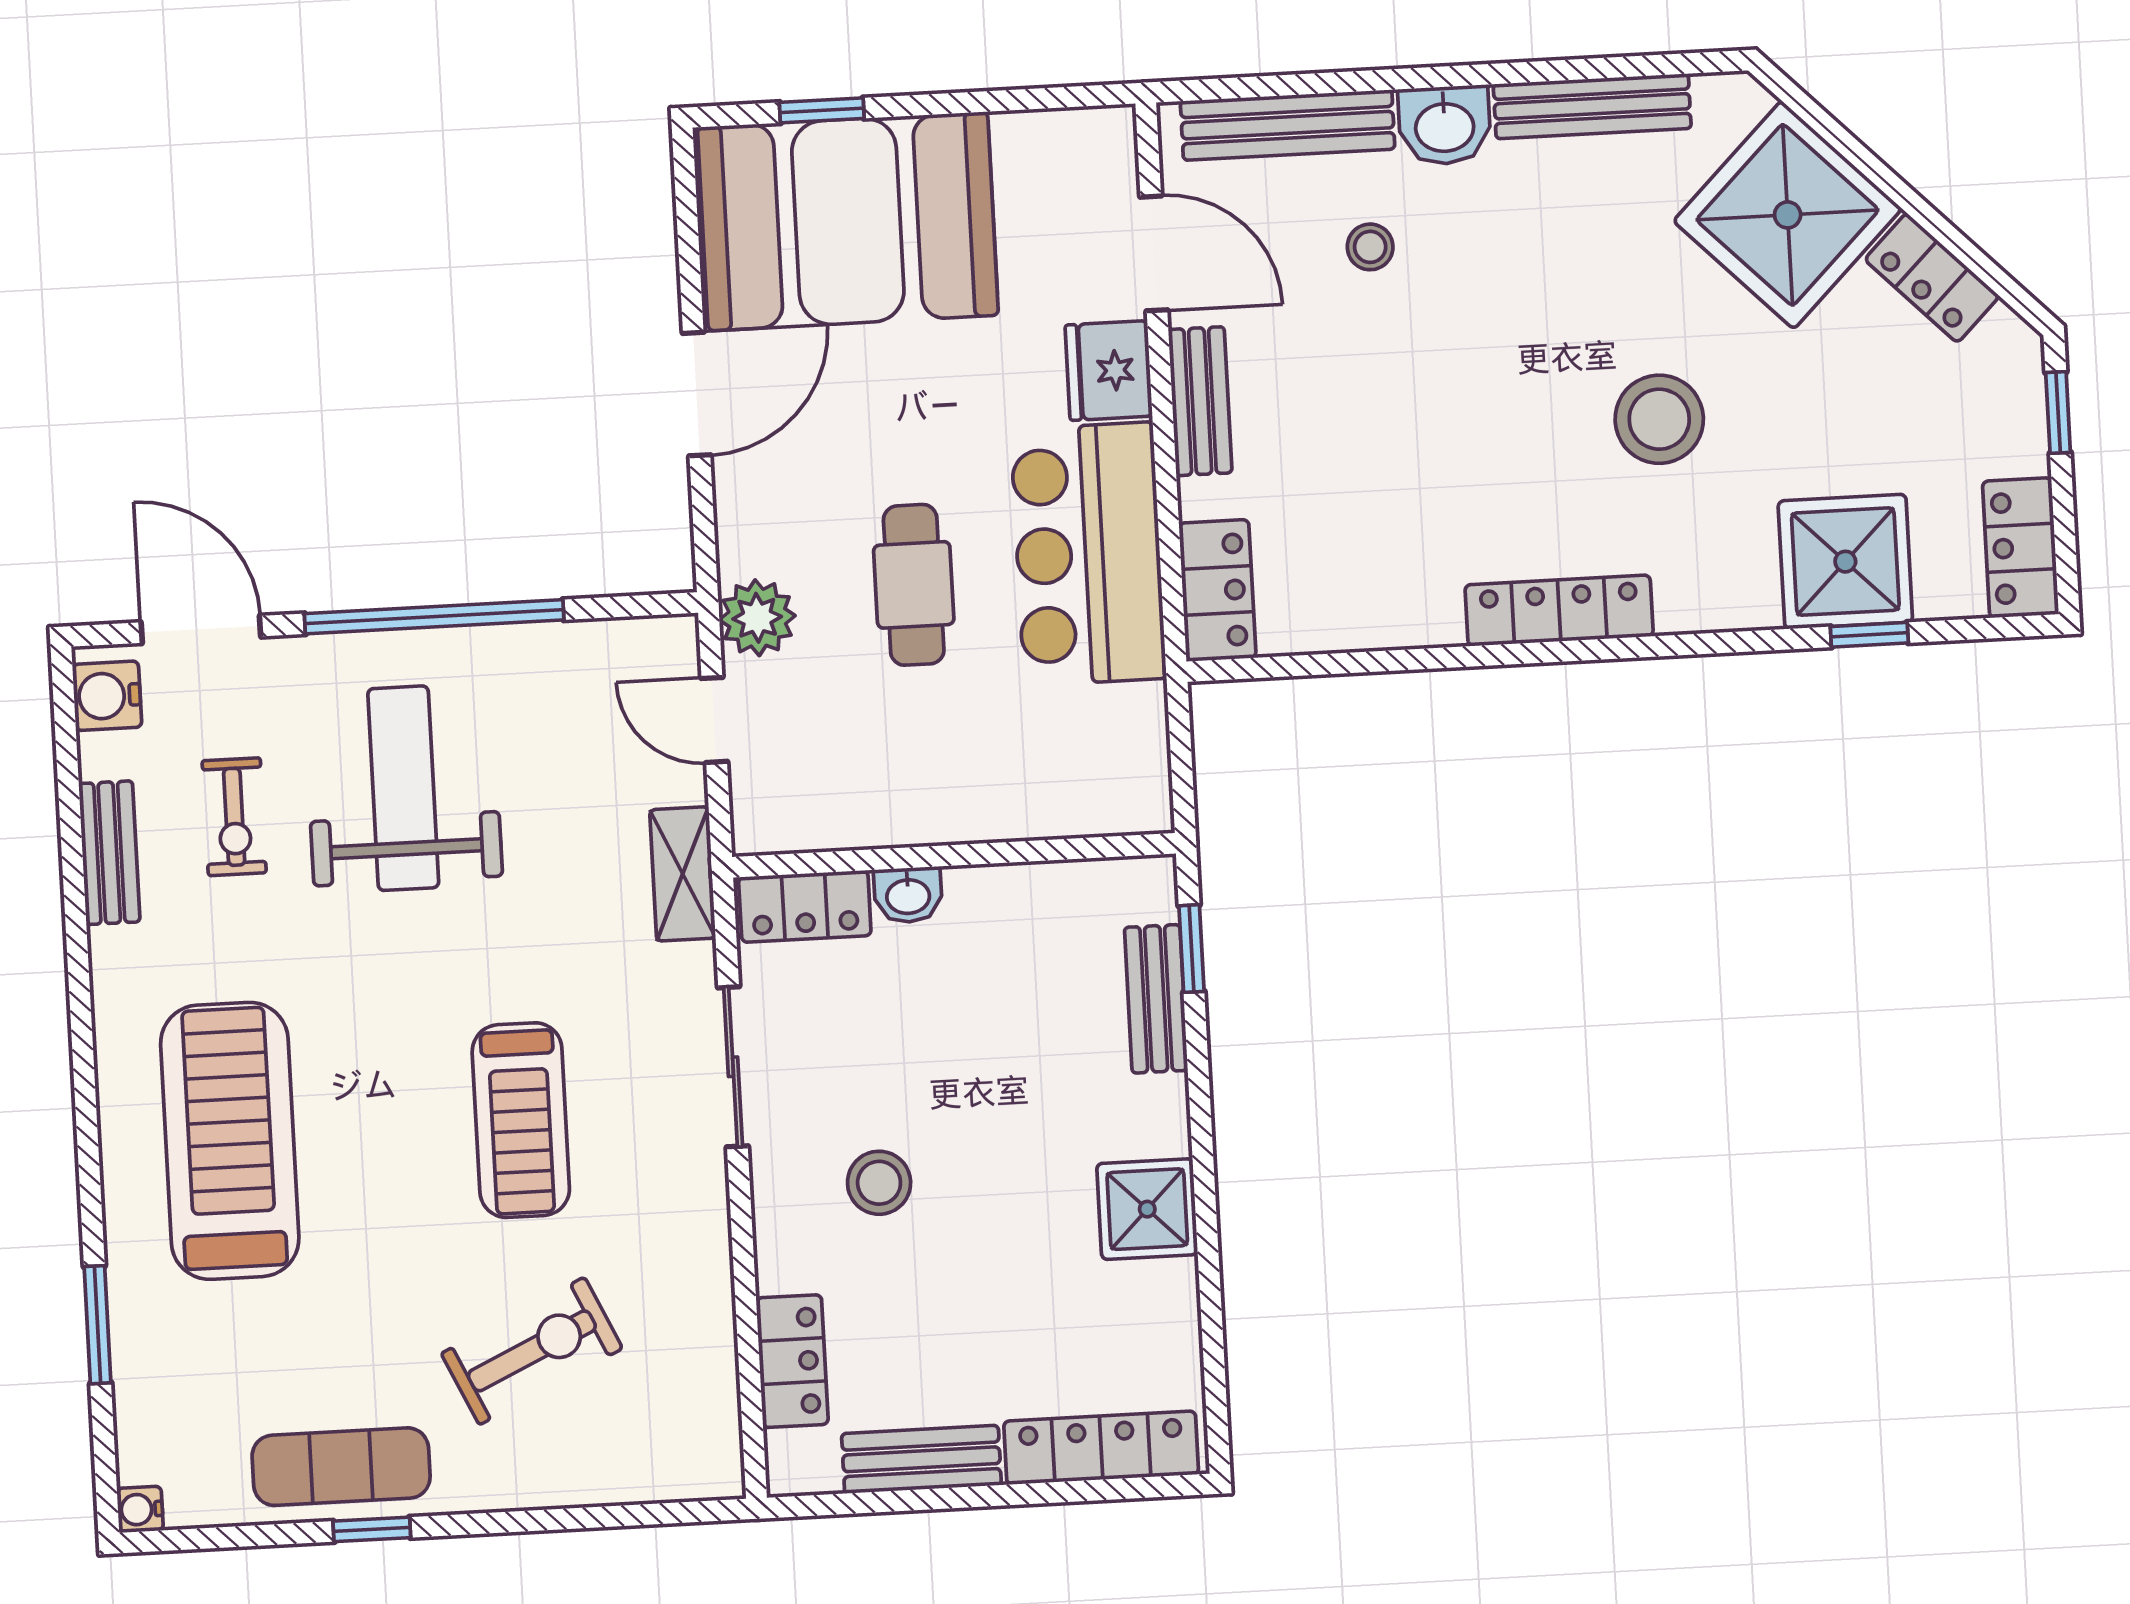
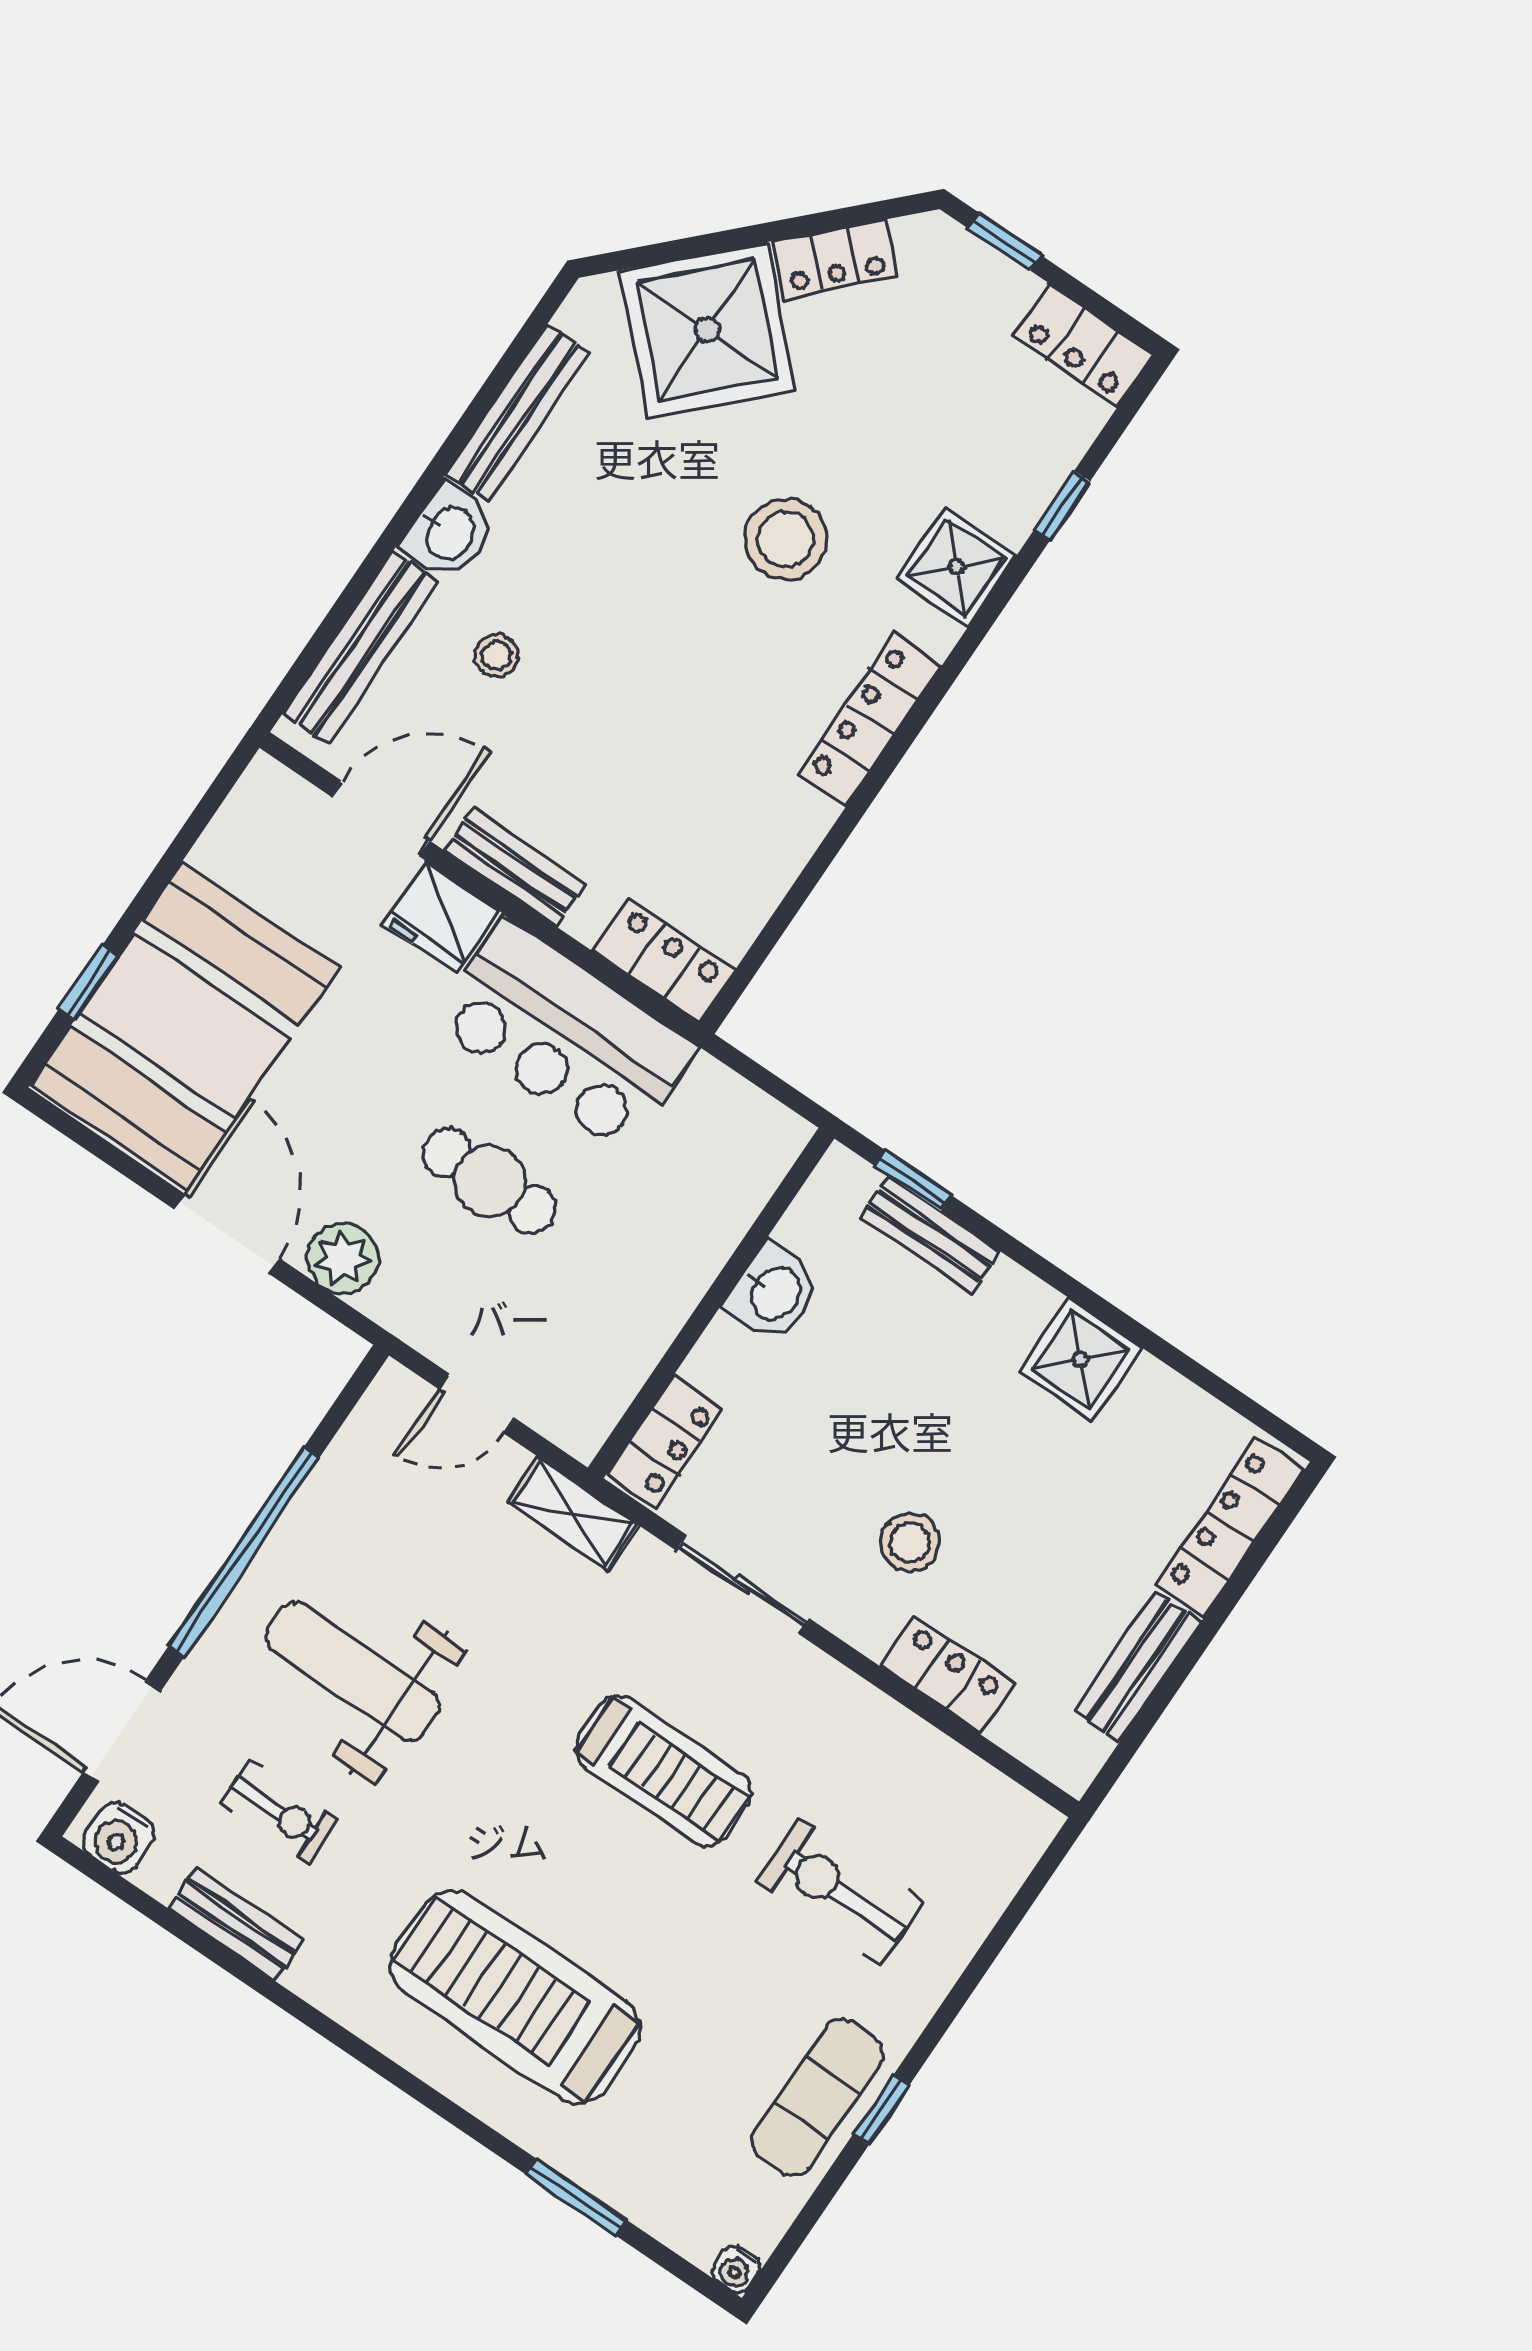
shower: (1845, 562) -> (956, 567), moved, width x0.73, depth x0.73
plant: (757, 618) -> (343, 1258), moved
washbasin: (908, 895) -> (774, 1292), moved, width x1.38, depth x1.45
exercise bike: (532, 1351) -> (839, 1892), turned -65
locker: (792, 1361) -> (947, 1675), moved

